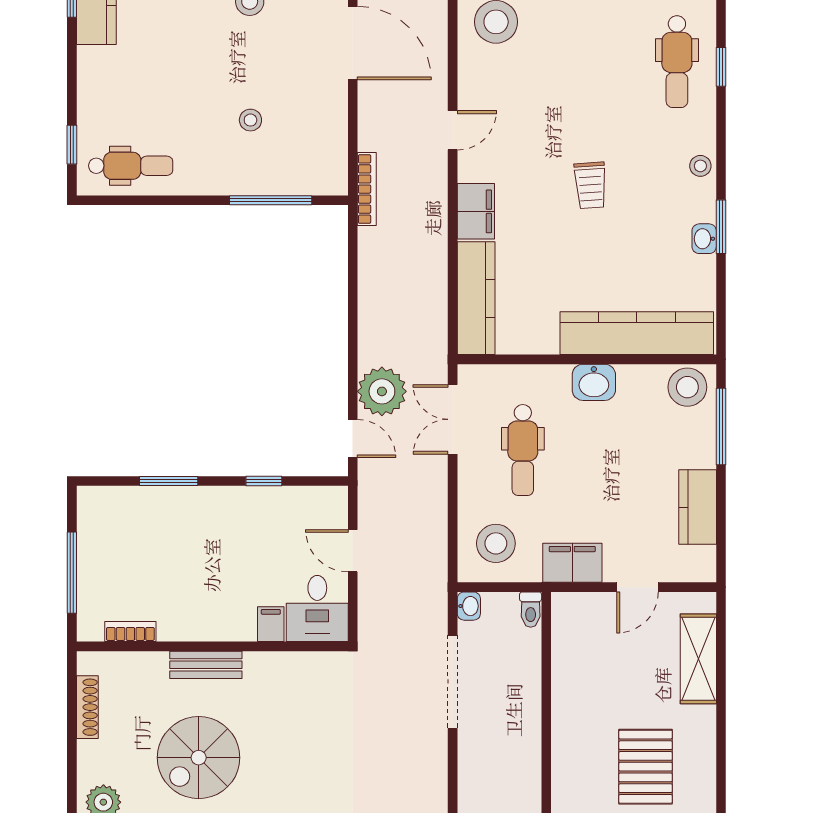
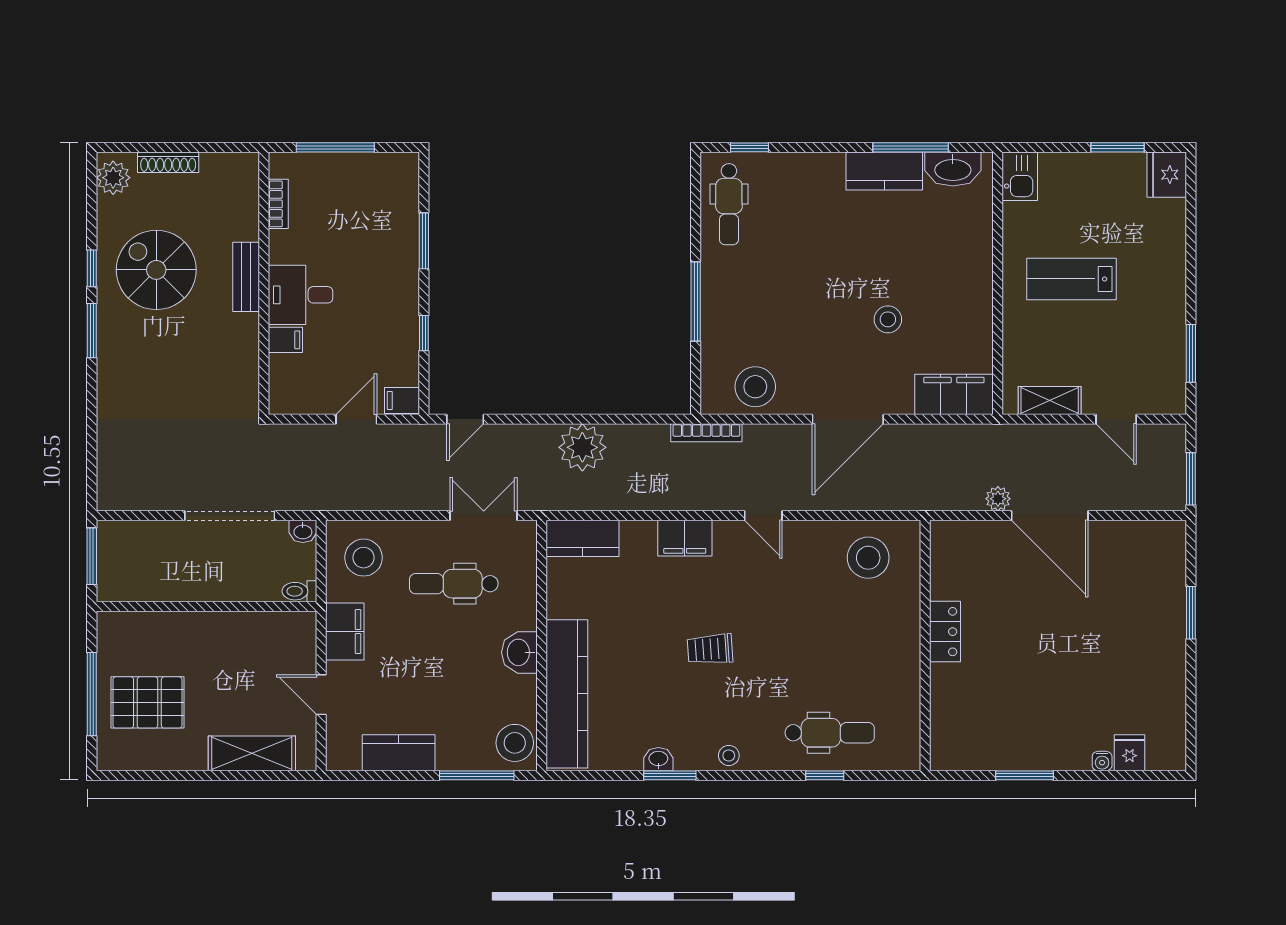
dental chair: (677, 62) -> (830, 733), turned 180
stool: (250, 120) -> (755, 387), moved, width x1.89, depth x1.89
window: (271, 200) -> (696, 302), moved
kitchen counter: (476, 298) -> (583, 538), width x0.67
plant: (382, 391) -> (582, 447), moved
filing cabinet: (334, 504) -> (402, 400), added
desk: (317, 609) -> (300, 295), moved
shoe rack: (87, 707) -> (168, 162), moved

